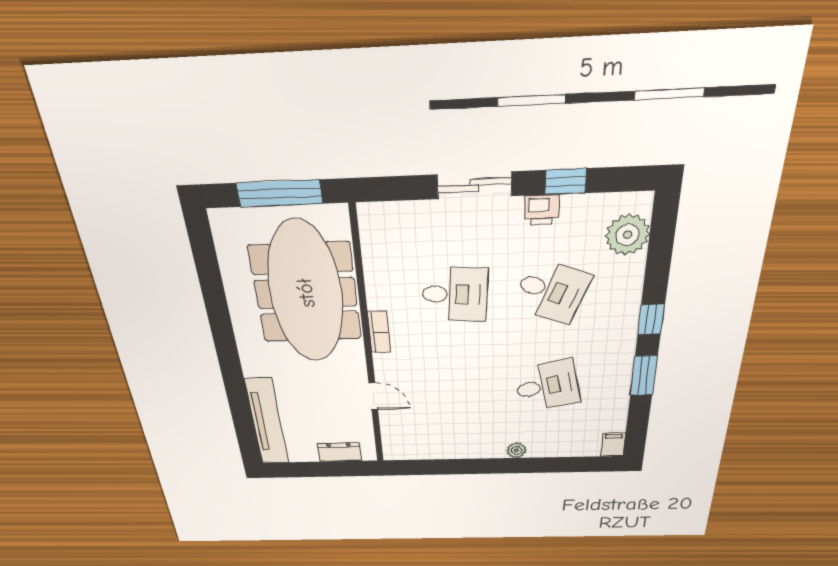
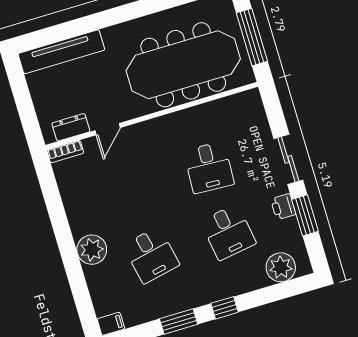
window: (566, 182) -> (305, 215), width x1.50
desk: (551, 291) -> (228, 232), turned -30
bookcase: (379, 332) -> (65, 152), moved
plant: (516, 450) -> (92, 250), width x1.88, depth x1.88
dresser: (339, 452) -> (71, 127), moved, turned -90

